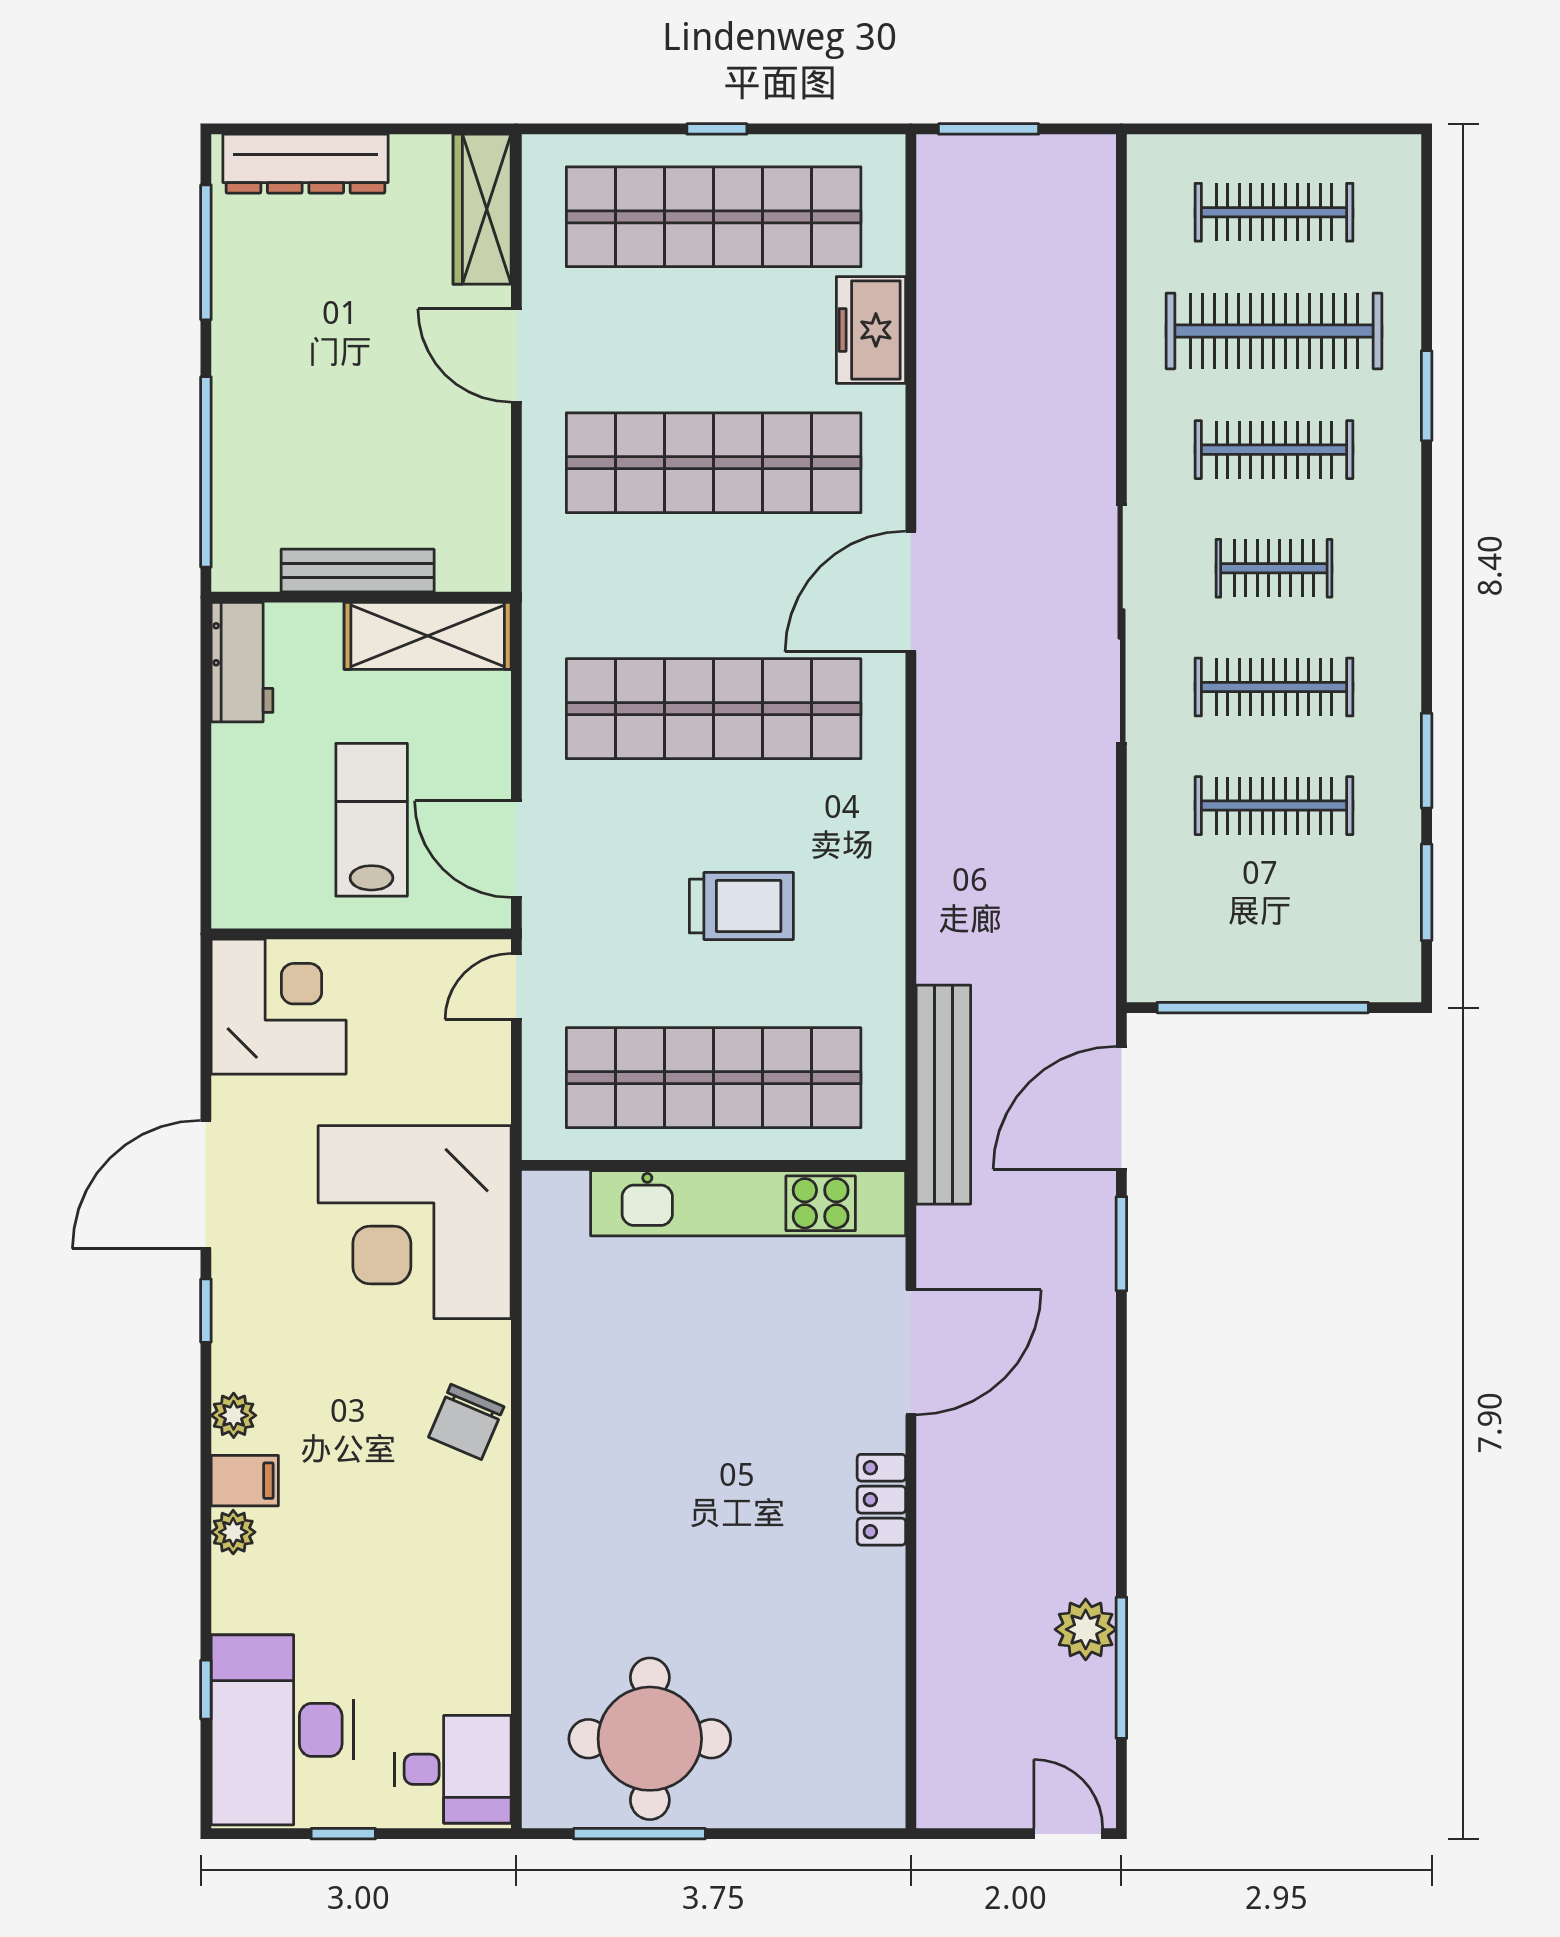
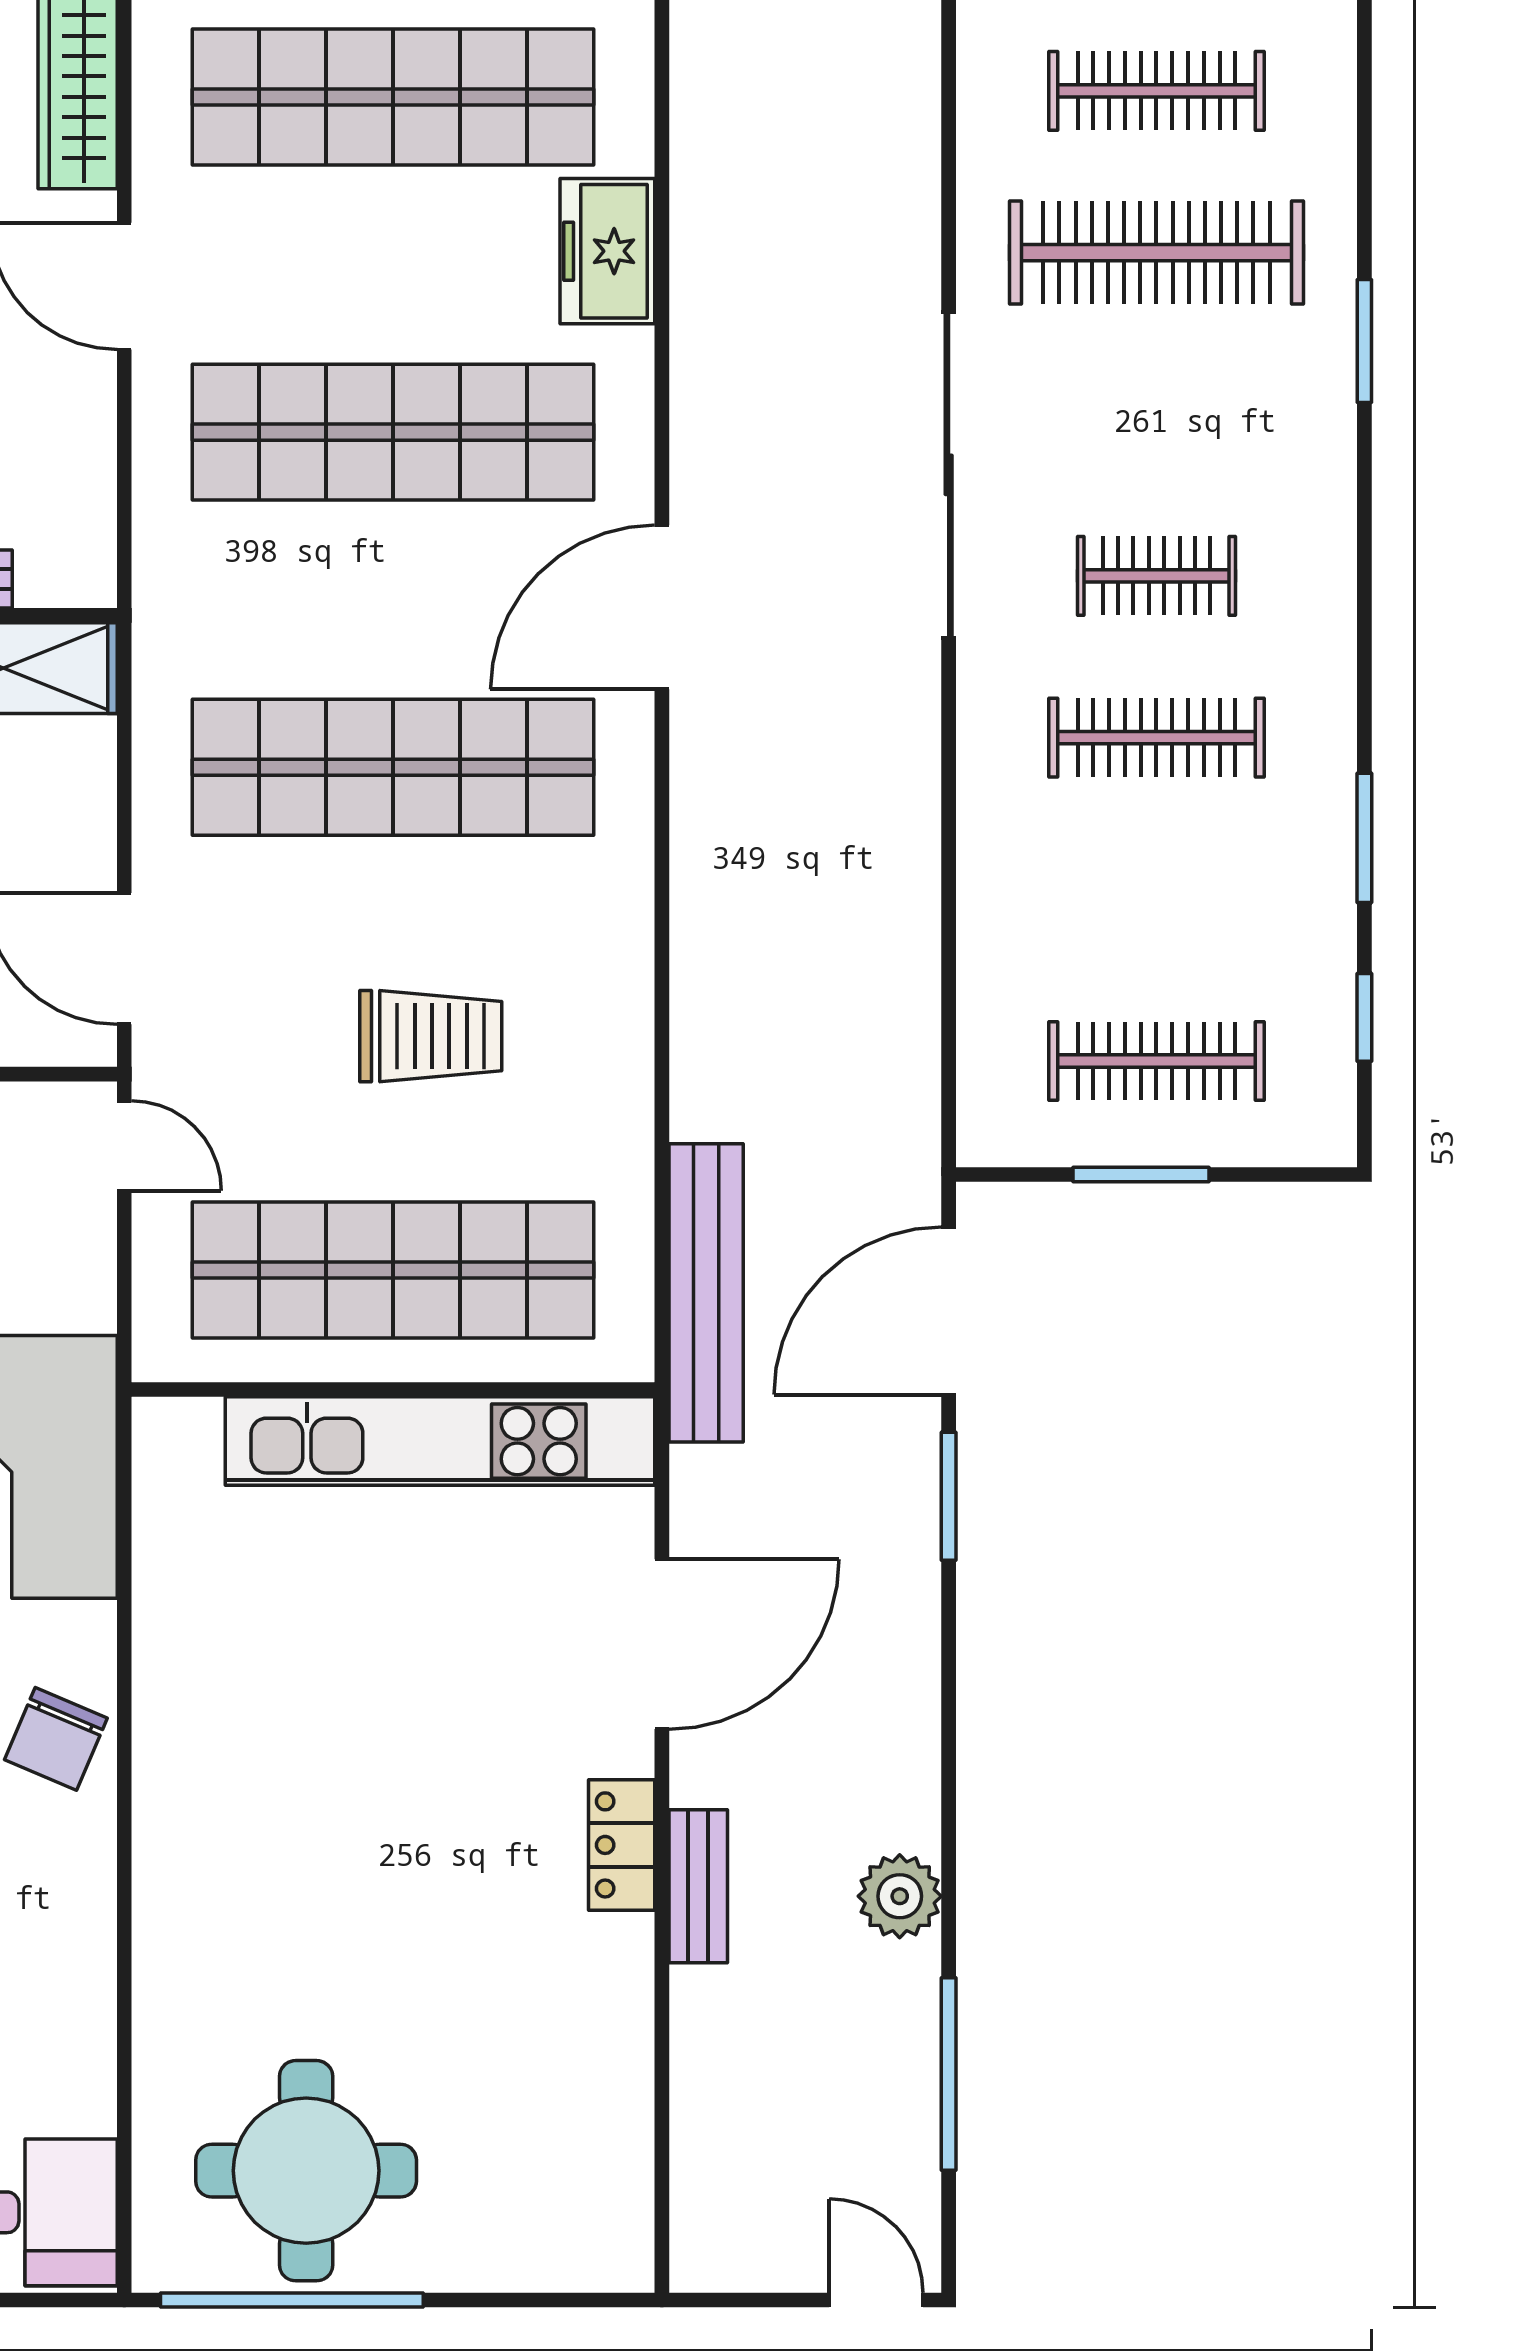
clothes rail: (1274, 450) -> (1156, 414), removed
sliding door: (1121, 624) -> (949, 475), moved
clothes rail: (1274, 806) -> (1156, 1061), moved
window: (1427, 892) -> (1364, 1017), width x0.67
door: (516, 986) -> (124, 1146), swing flipped
window: (1263, 1008) -> (1141, 1174), width x0.47
bench: (938, 1530) -> (698, 1886), added
plant: (1086, 1629) -> (900, 1896), moved
window: (639, 1834) -> (292, 2300), width x1.46

